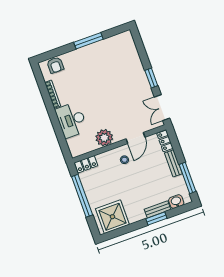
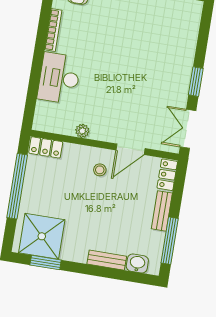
plant: (104, 138) -> (82, 131), width x0.53, depth x0.53
window: (156, 218) -> (46, 263), moved

